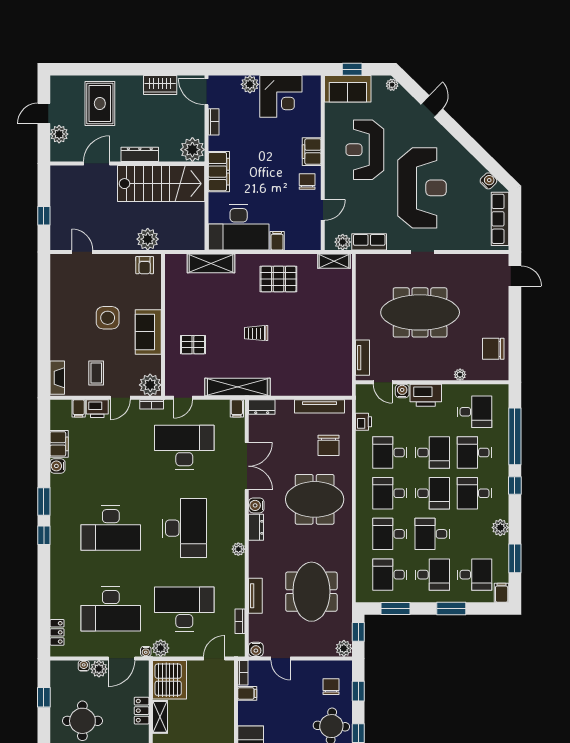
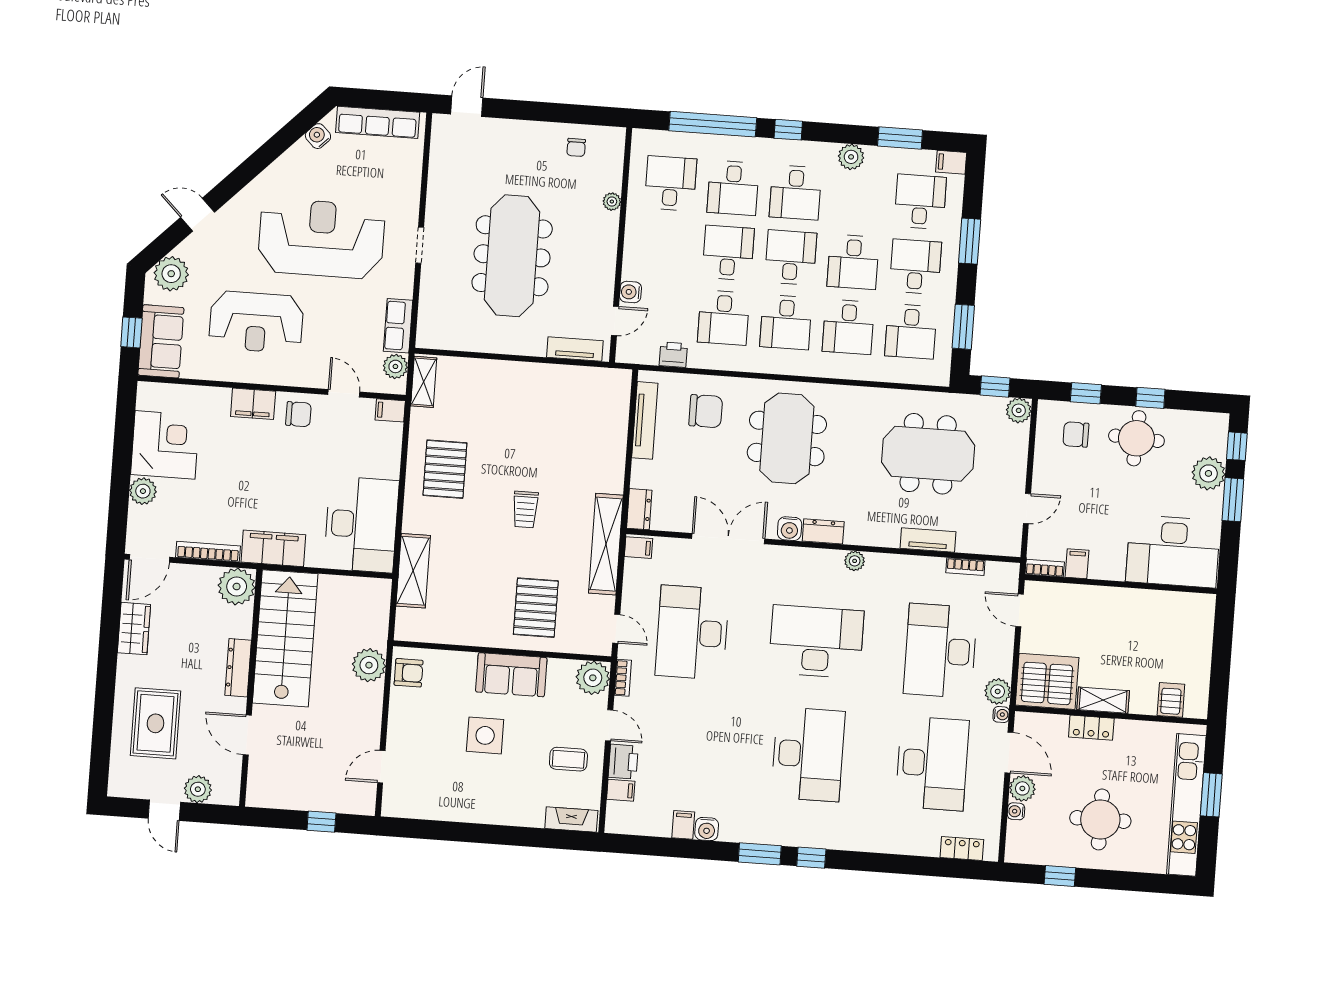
plant: (392, 85) -> (171, 274), width x1.87, depth x1.87
rug: (100, 103) -> (155, 723), turned 90
bookcase: (214, 122) -> (208, 552), width x1.56
chair: (307, 181) -> (298, 414), turned 180
filing cabinet: (277, 241) -> (390, 410), moved
pallet: (193, 345) -> (536, 608), width x1.50, depth x1.42
chair: (493, 349) -> (576, 147), width x0.54, depth x0.54
printer: (426, 395) -> (640, 256), removed
filing cabinet: (59, 444) -> (683, 825), width x0.50
water cooler: (256, 649) -> (1010, 545), removed

